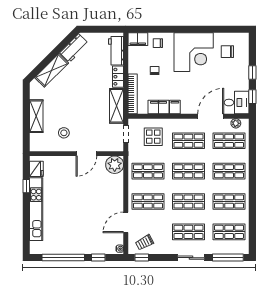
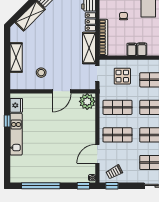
filing cabinet: (158, 107) -> (132, 49), width x0.50
kitchen unit: (36, 209) -> (16, 134), width x0.73
window: (98, 258) -> (83, 186), moved

